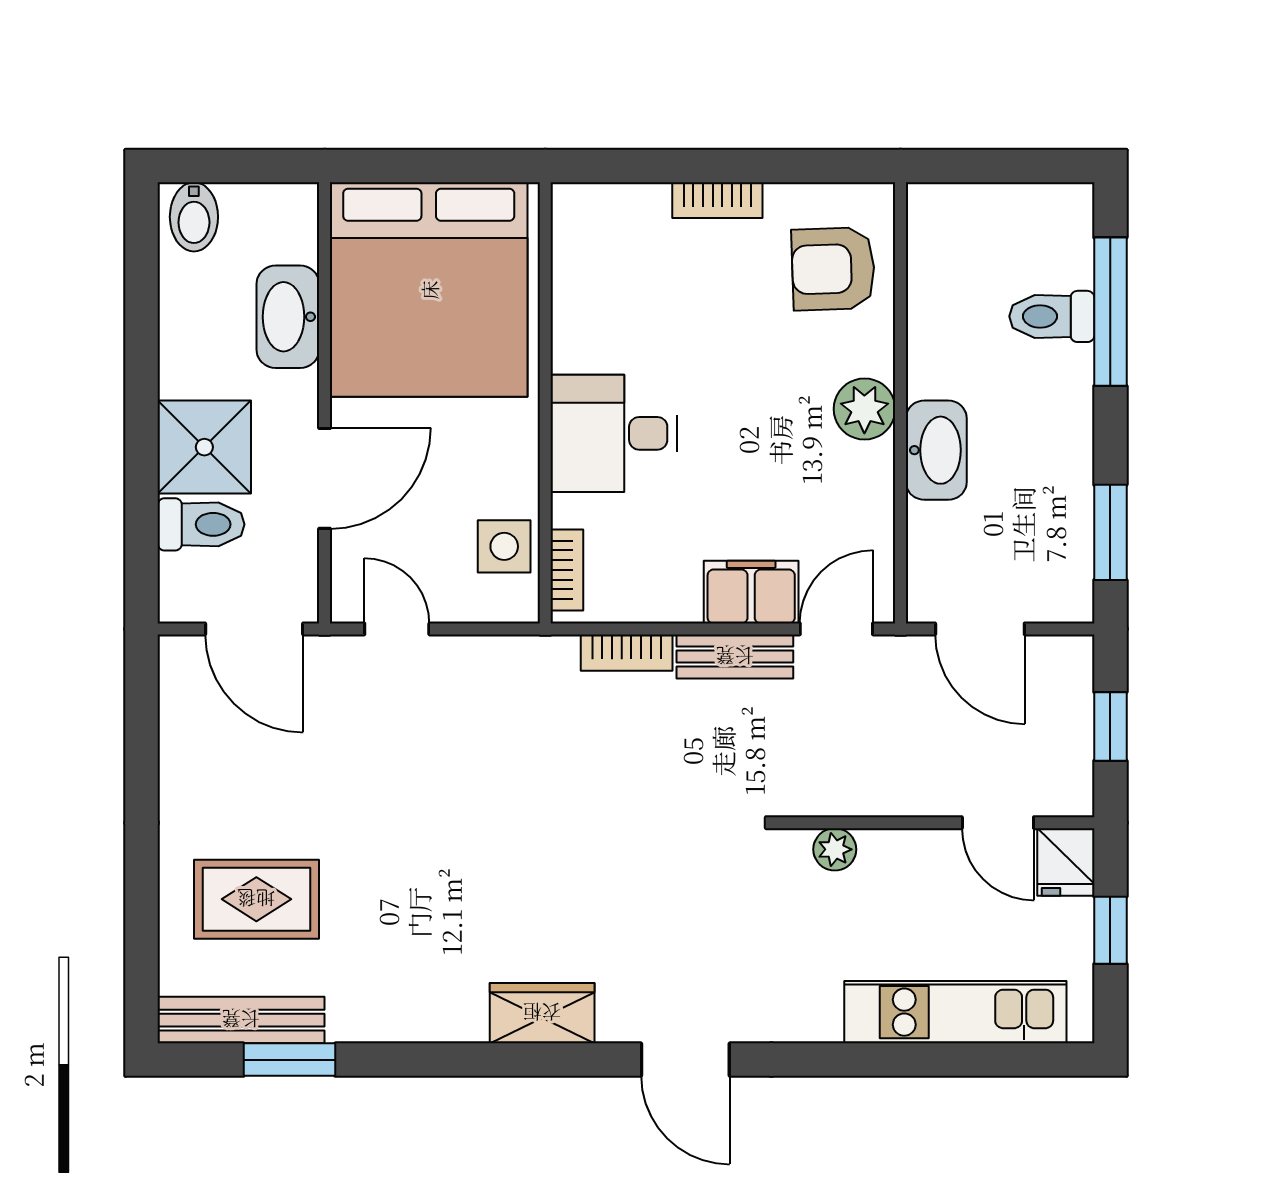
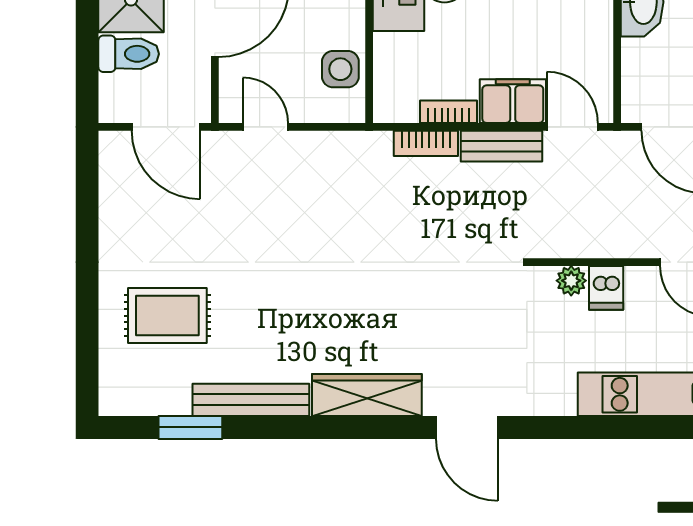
bookcase: (567, 570) -> (448, 112), moved, turned -90
door: (836, 629) -> (572, 127), hinge flipped
dishwasher: (885, 860) -> (606, 288), added
wardrobe: (542, 1013) -> (367, 395), width x1.50
bench: (241, 1020) -> (251, 400), moved

